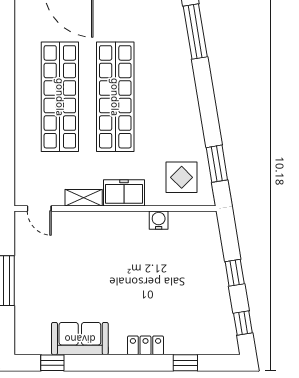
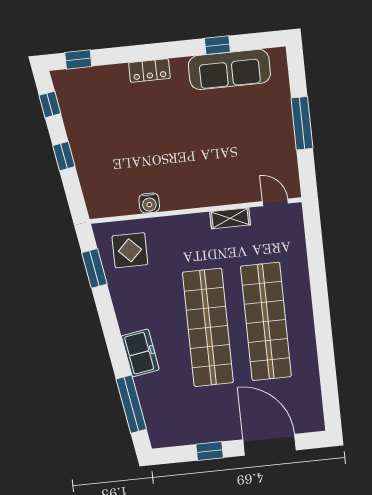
freezer: (124, 193) -> (140, 353), moved, turned -99
sofa: (80, 339) -> (229, 69), width x1.36
window: (52, 363) -> (217, 45), moved
window: (185, 363) -> (78, 59), moved

